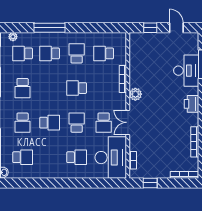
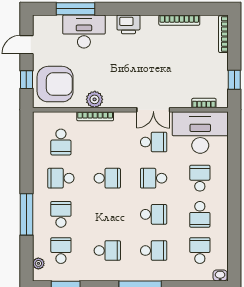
armchair: (147, 49) -> (55, 84), added
school desk: (23, 53) -> (61, 251), turned 180
school desk: (50, 53) -> (61, 214), turned 180
school desk: (77, 88) -> (107, 178), turned -90
plant: (135, 94) -> (95, 99), moved
school desk: (50, 123) -> (154, 214), turned 90
school desk: (50, 157) -> (200, 214), added

